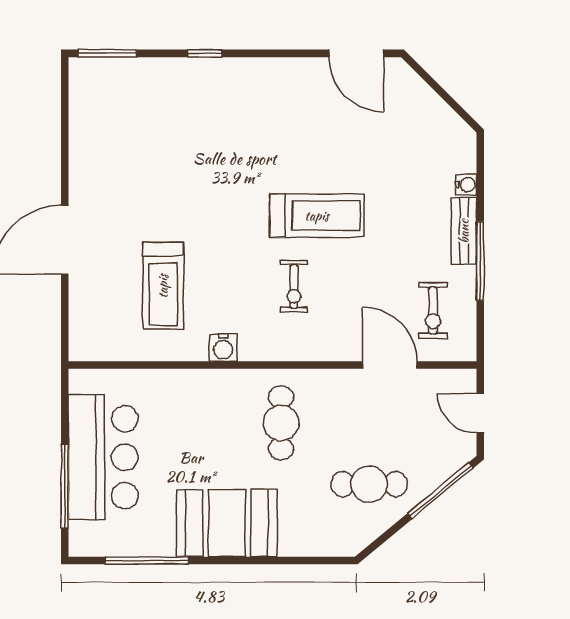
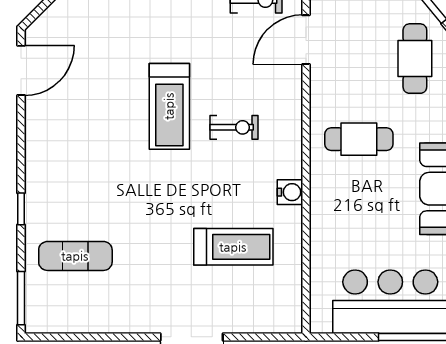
exercise mat: (153, 113) -> (75, 256), added
treadmill: (317, 216) -> (169, 106), turned 180

